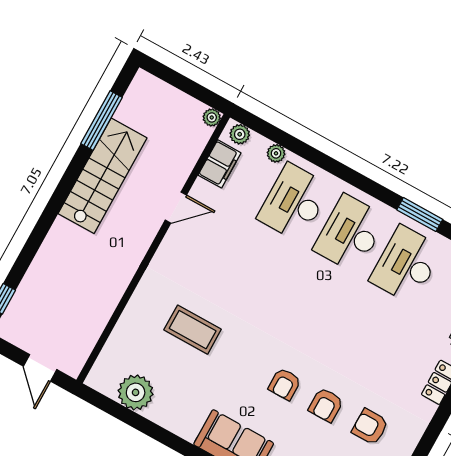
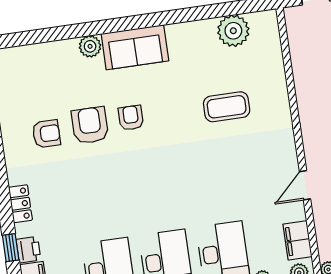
armchair: (326, 405) -> (90, 125), width x1.38, depth x1.38

